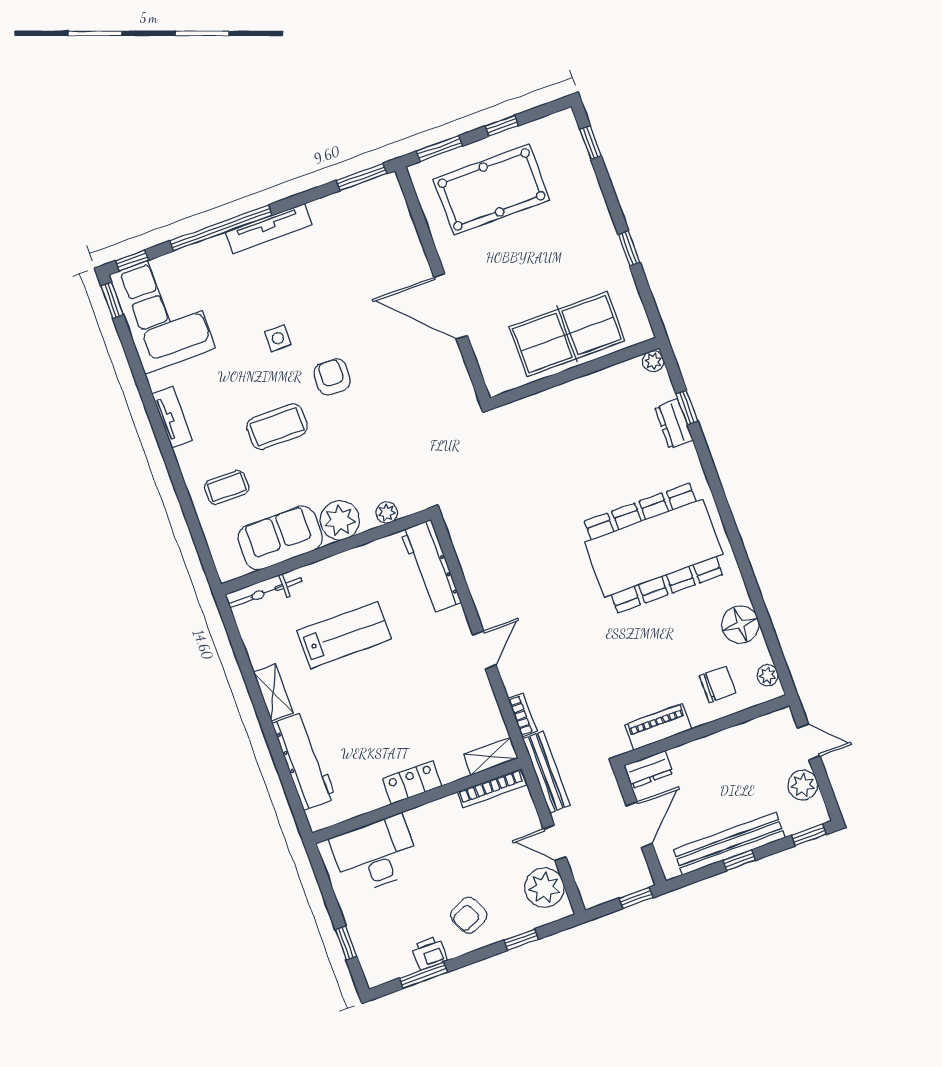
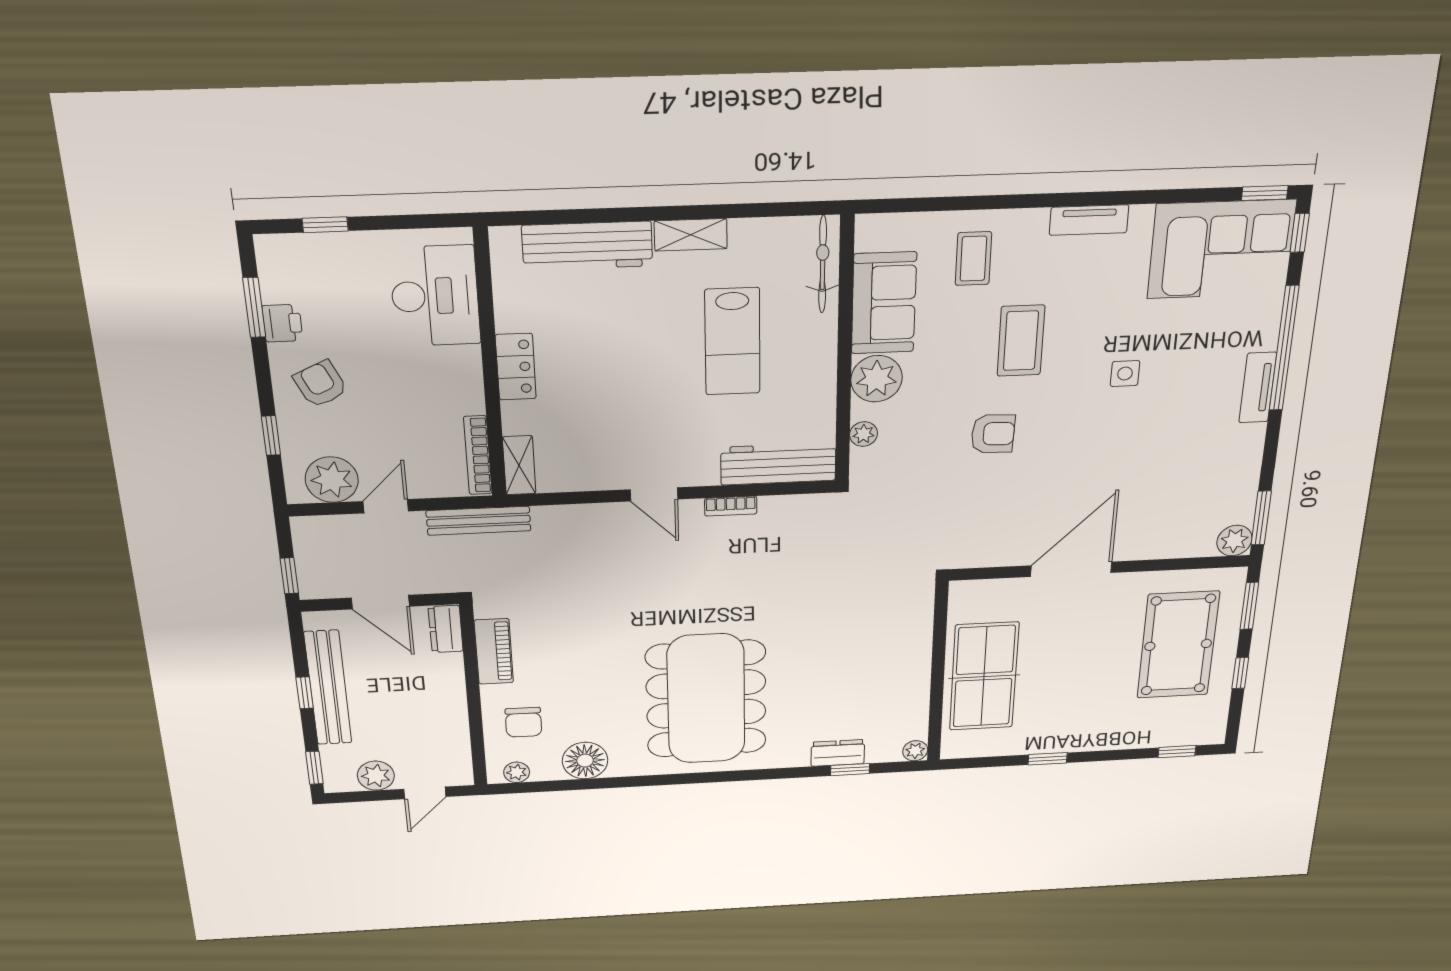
plant: (387, 189) -> (1234, 541), added
tv unit: (269, 229) -> (1258, 388), width x0.71
armchair: (332, 377) -> (993, 434), moved
bookcase: (522, 715) -> (731, 506), moved

